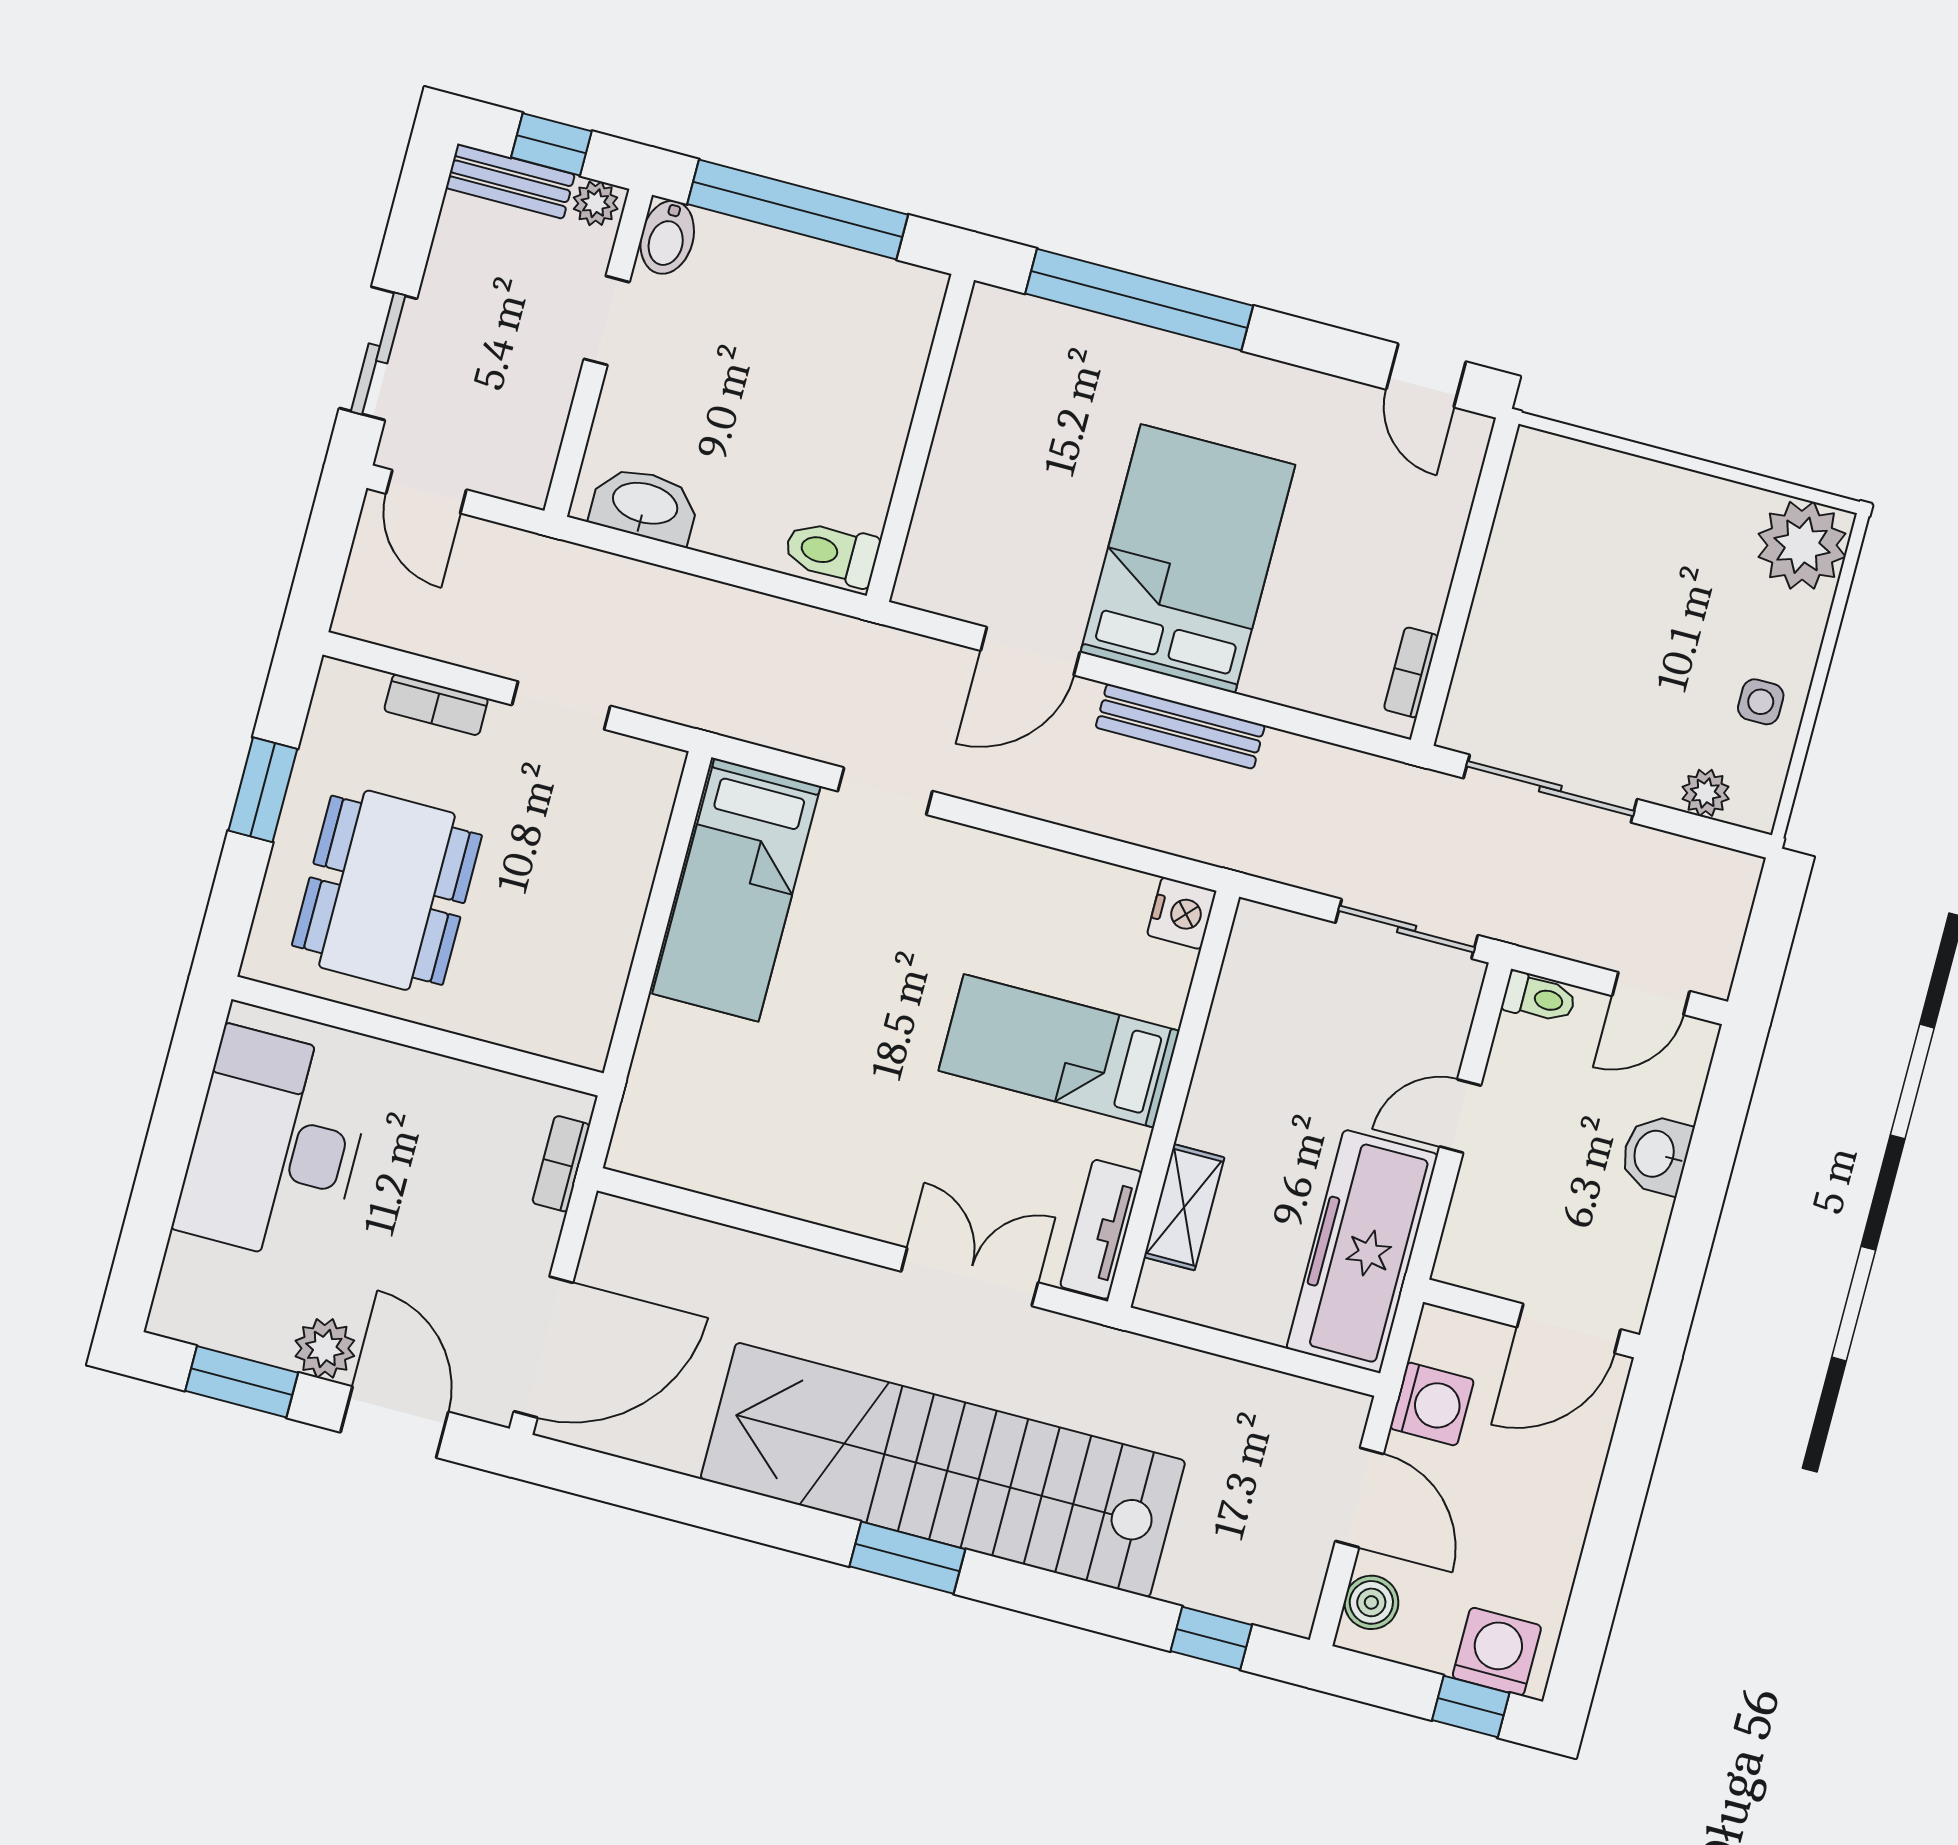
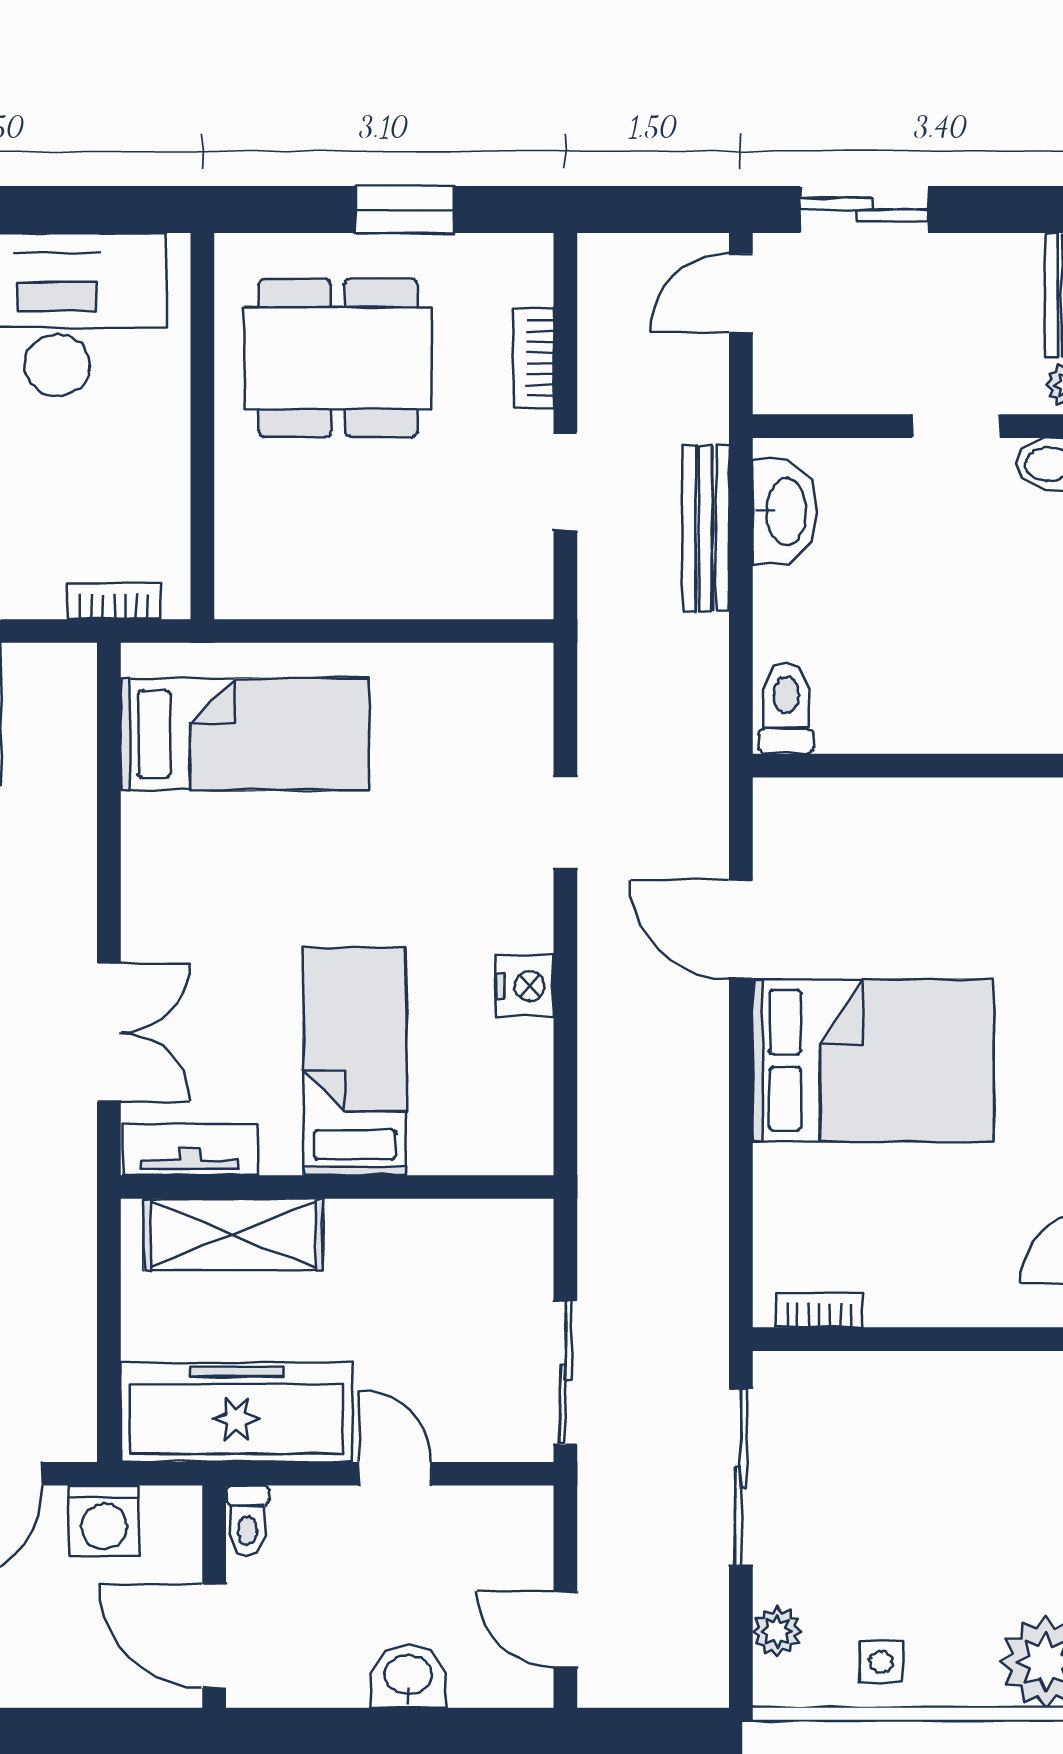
bench: (1180, 726) -> (706, 529), moved
bed: (736, 890) -> (245, 734), moved, turned 180
nightstand: (1182, 913) -> (525, 986), moved, turned -90
toilet: (1539, 998) -> (248, 1521), moved
shelving: (1184, 1207) -> (233, 1234), width x1.50, depth x1.33

